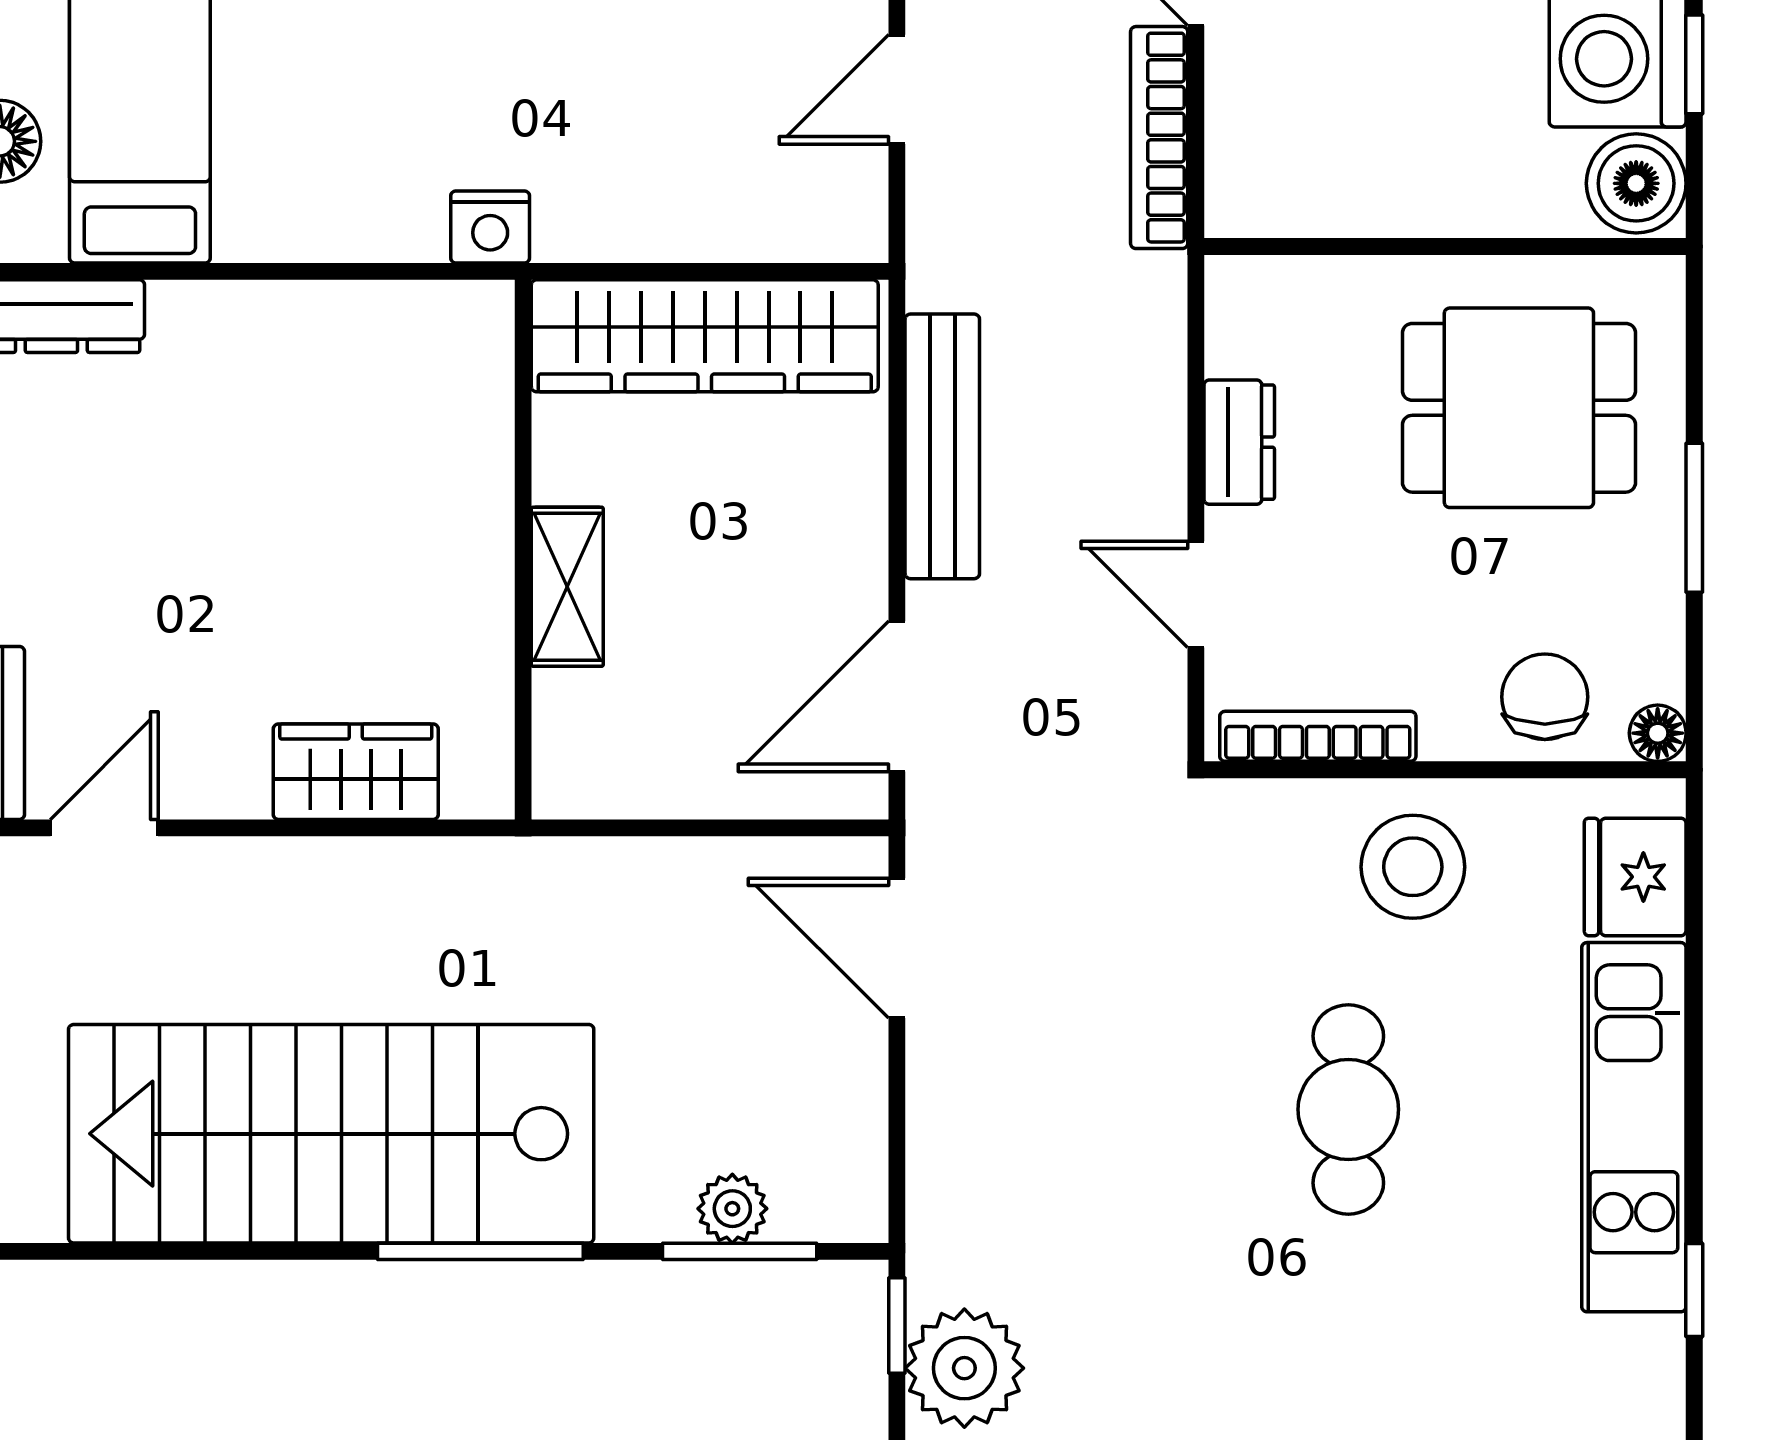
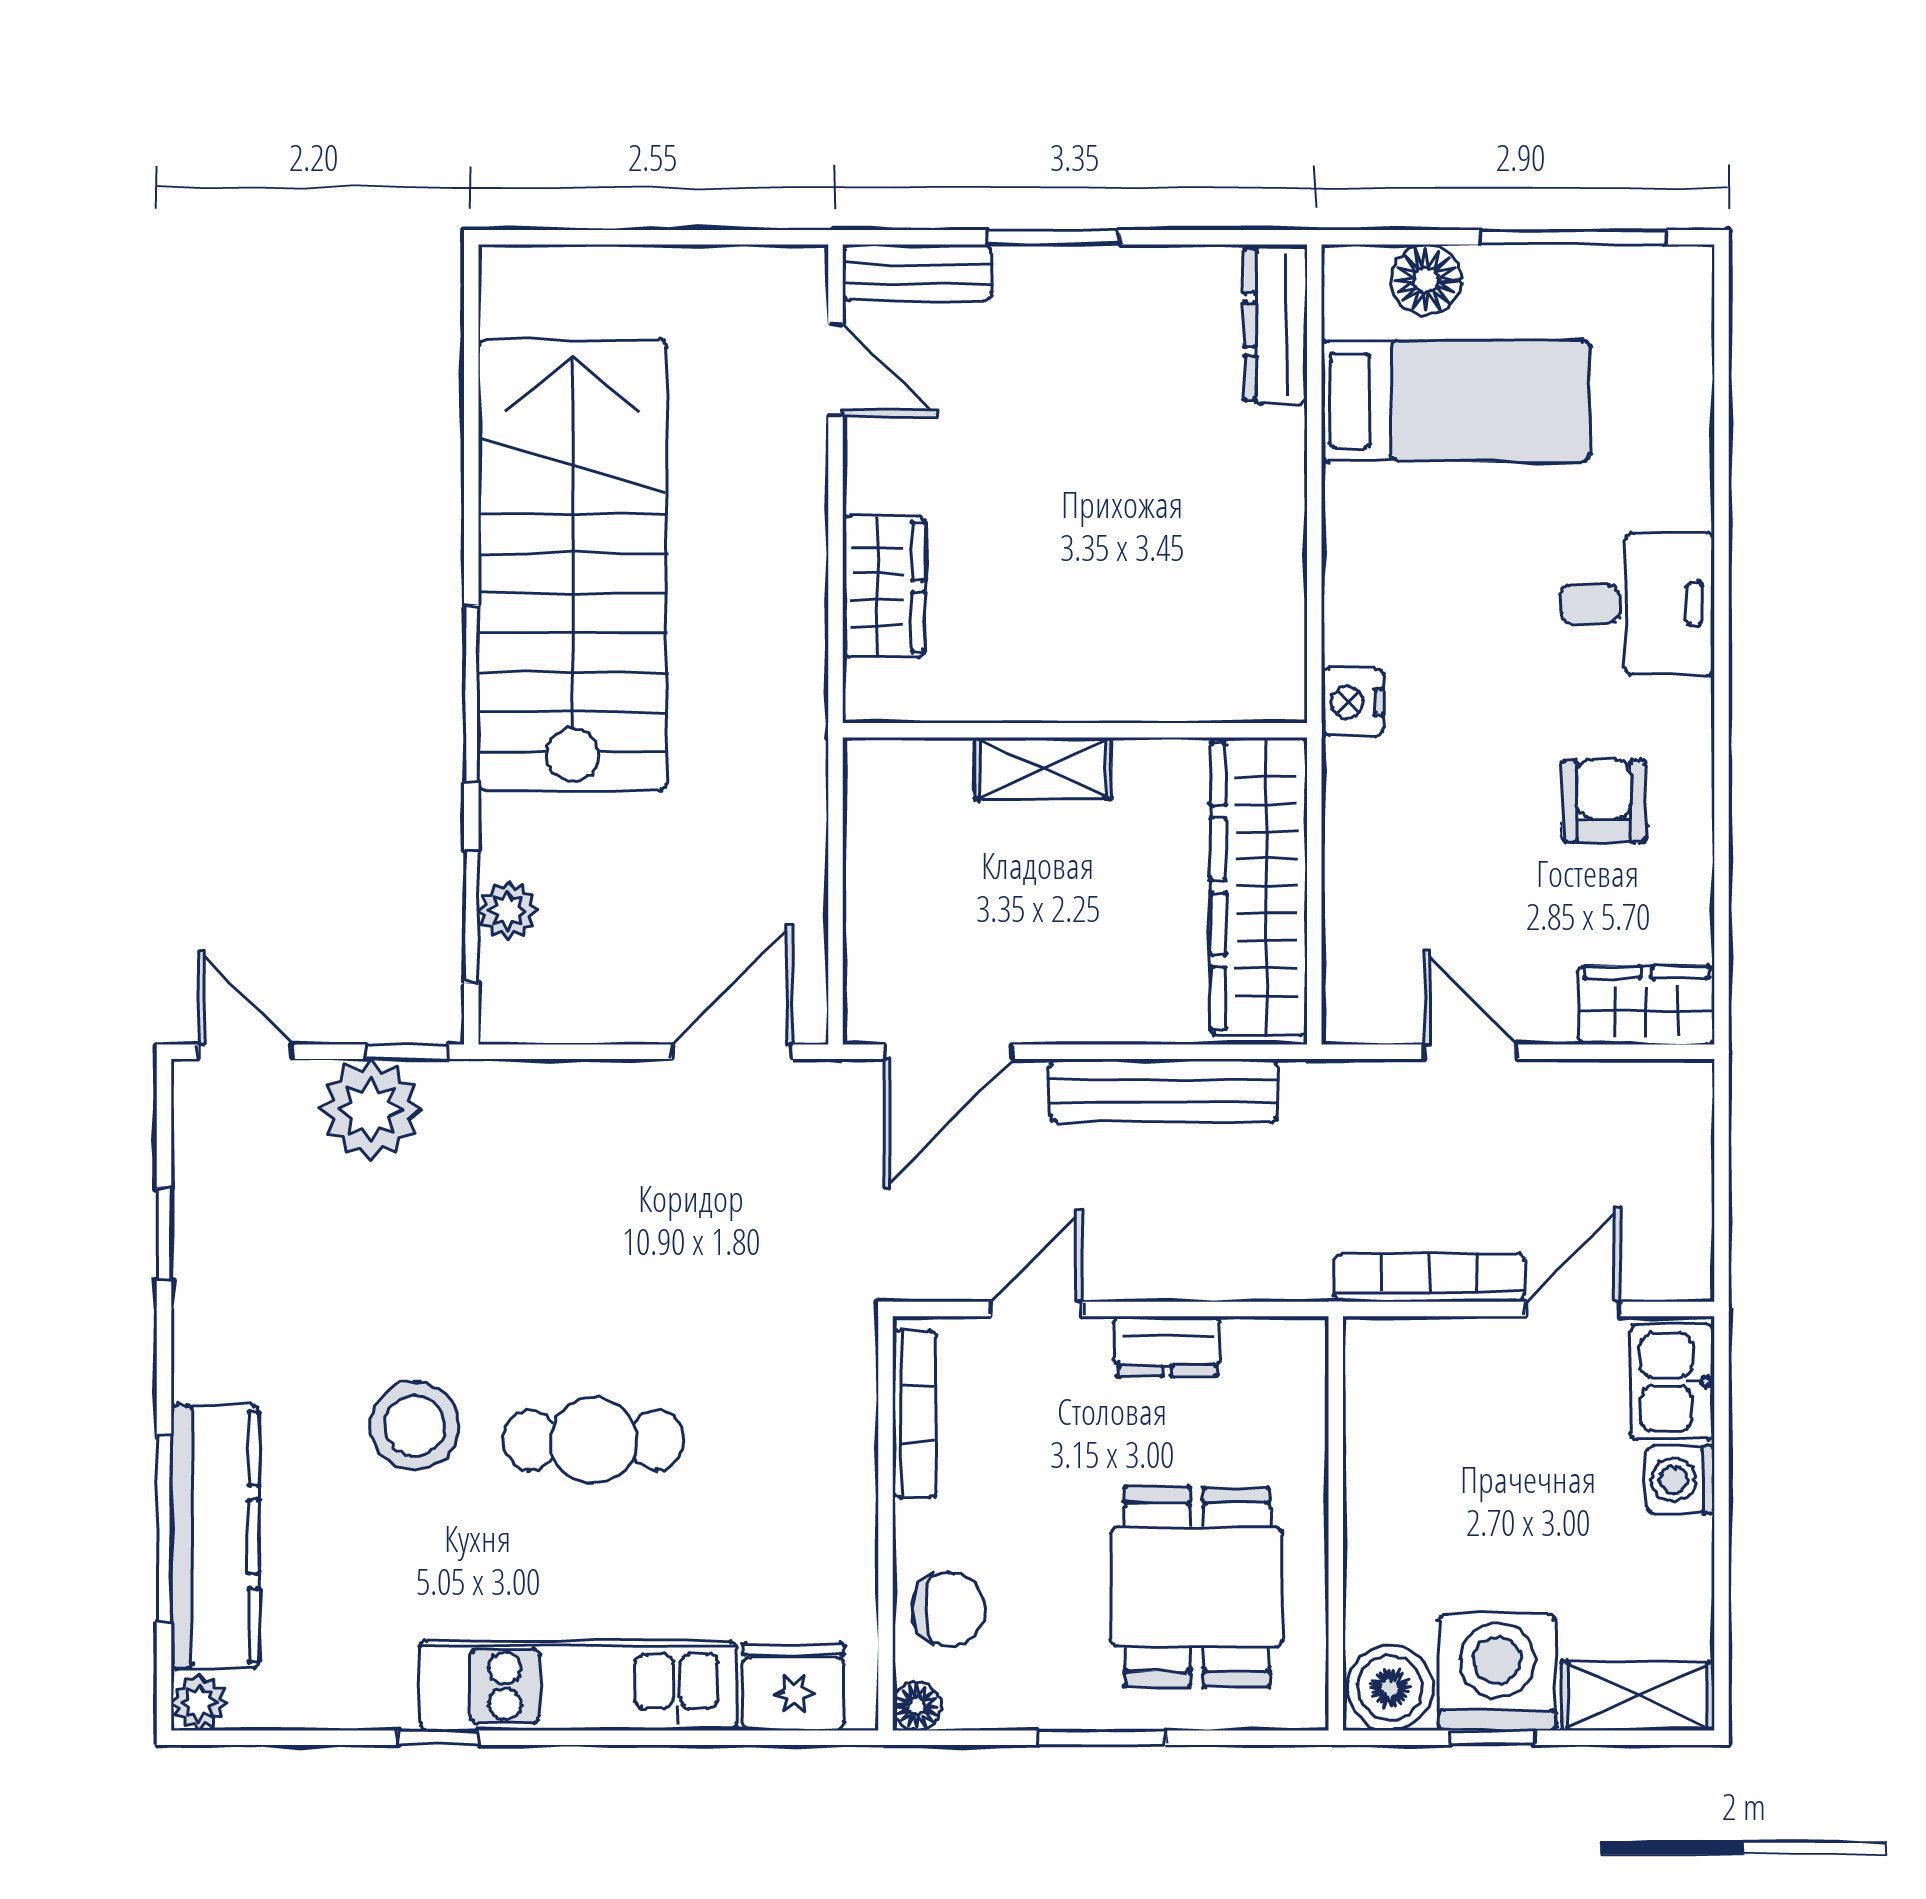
door: (897, 696) -> (949, 1052), swing flipped
stool: (1413, 867) -> (415, 1426), moved

